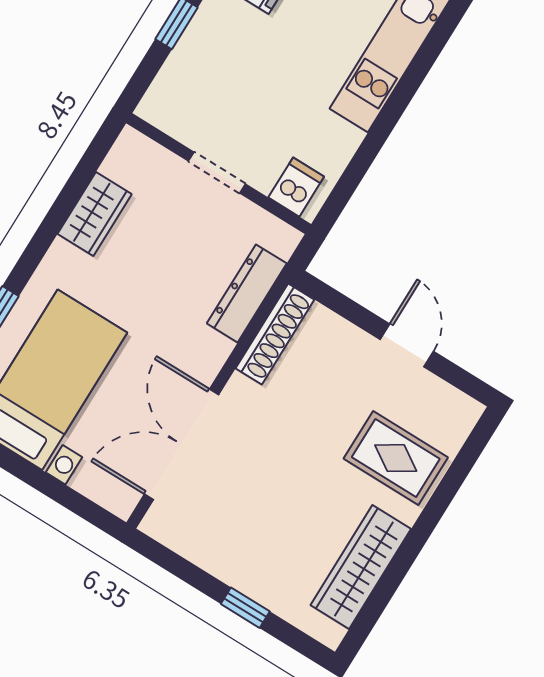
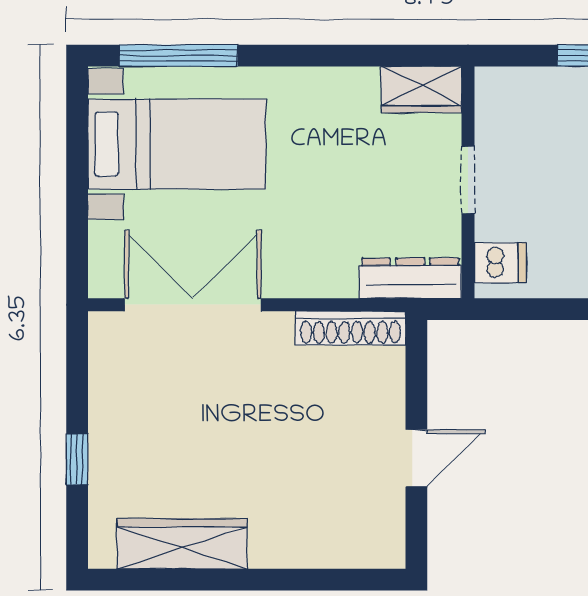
wardrobe: (95, 214) -> (421, 90), moved
dresser: (247, 293) -> (410, 278), moved
rug: (396, 458) -> (305, 513), removed

